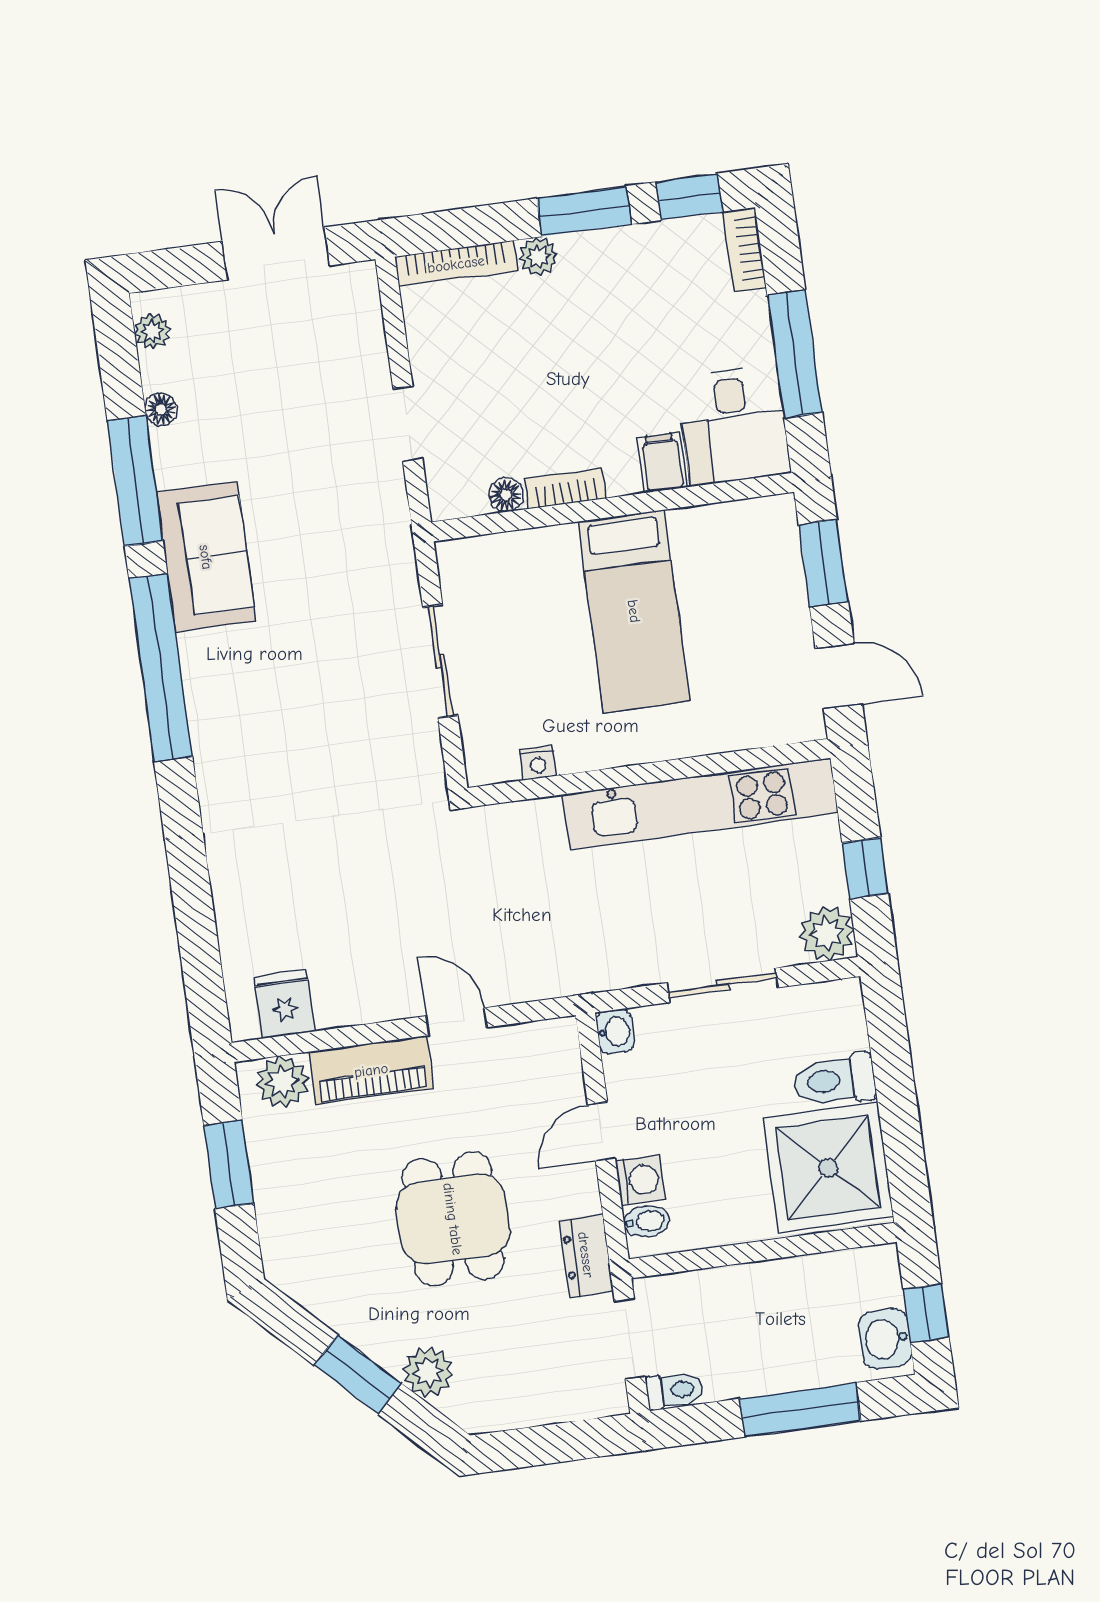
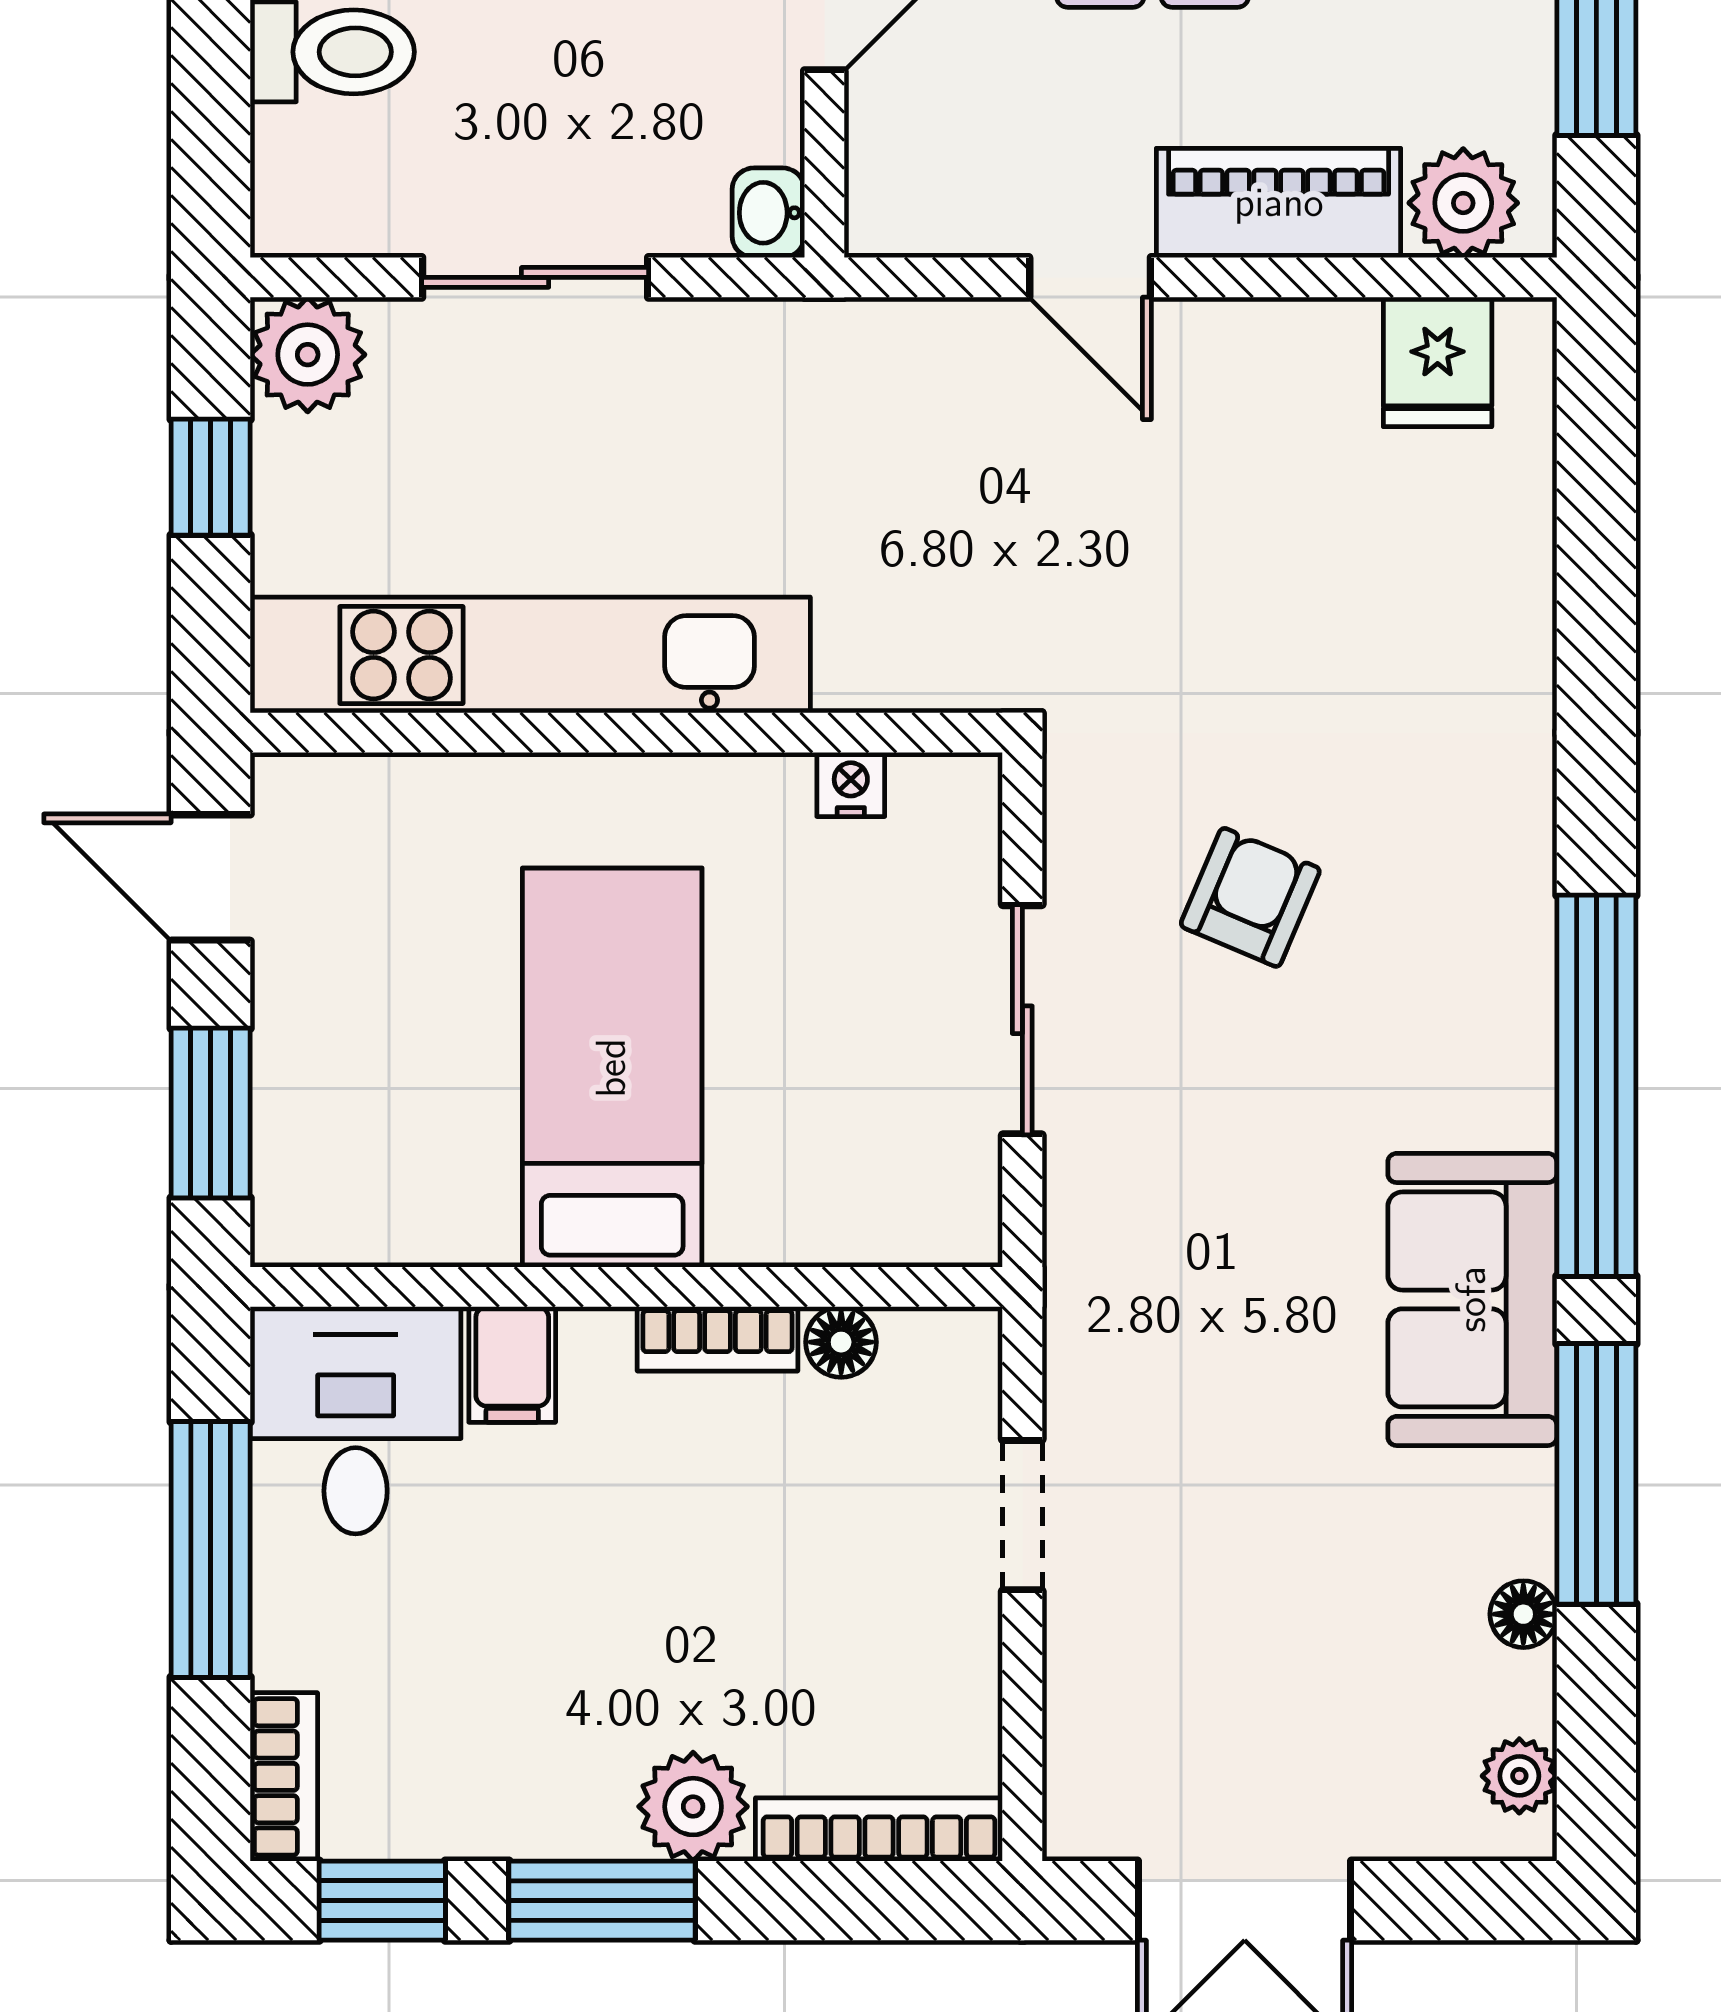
plant: (538, 256) -> (693, 1807), width x1.38, depth x1.38
armchair: (339, 735) -> (1250, 897), added

